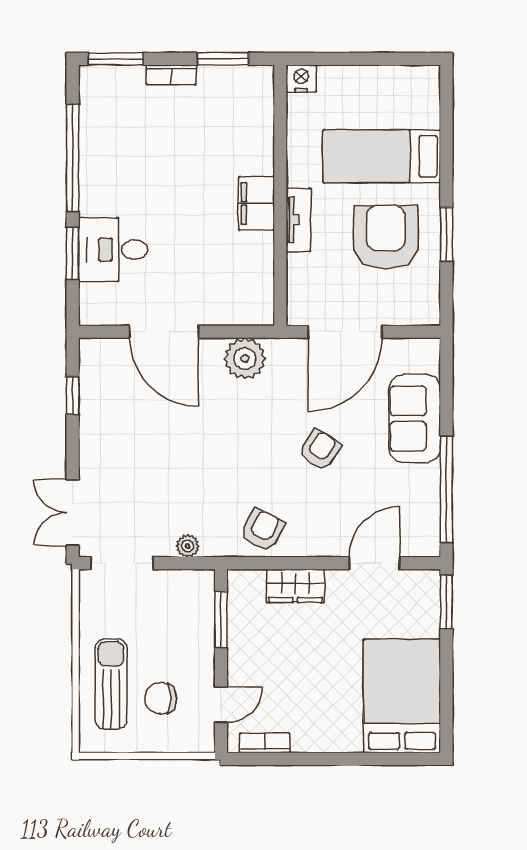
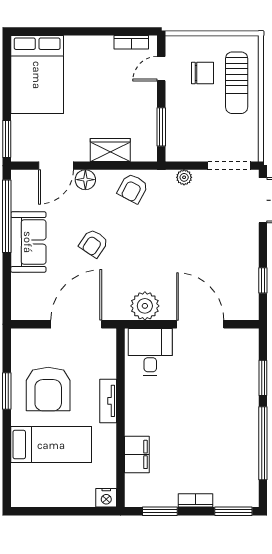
filing cabinet: (256, 203) -> (137, 454), moved
desk: (113, 250) -> (150, 352), moved, turned -90
sofa: (415, 419) -> (28, 242), moved
floor lamp: (332, 543) -> (85, 180), added

